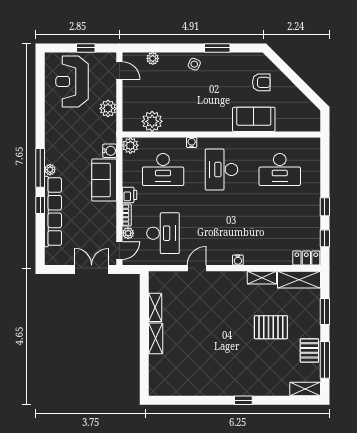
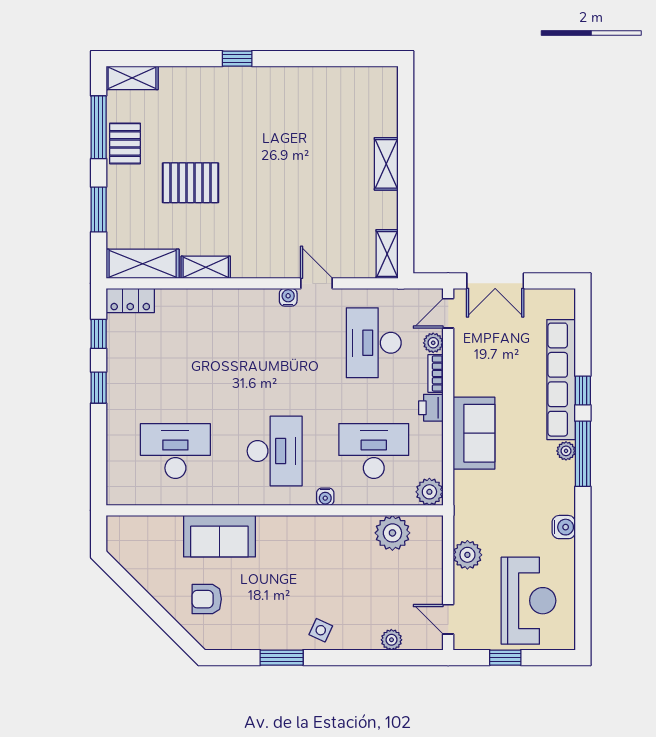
water cooler: (110, 151) -> (564, 527), moved, turned 180
water cooler: (238, 260) -> (288, 297), moved
door: (197, 268) -> (317, 283), swing flipped
shelving: (155, 307) -> (387, 254), moved

